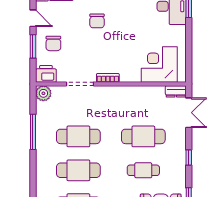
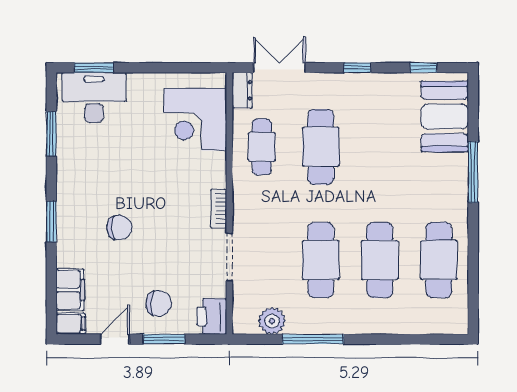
plant: (43, 93) -> (272, 321), moved
cafe table: (143, 170) -> (262, 147), moved

